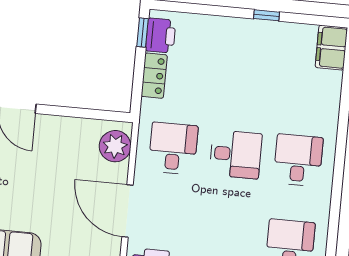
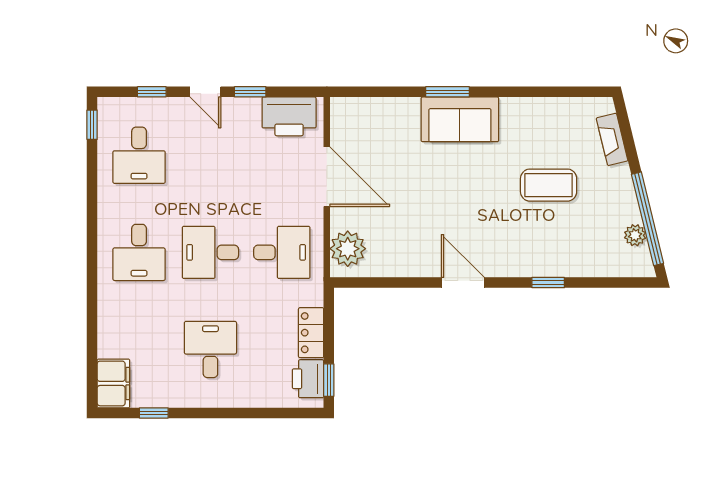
window: (266, 15) -> (154, 413), moved
desk: (244, 69) -> (210, 350), added
desk: (173, 148) -> (282, 252), turned -90

